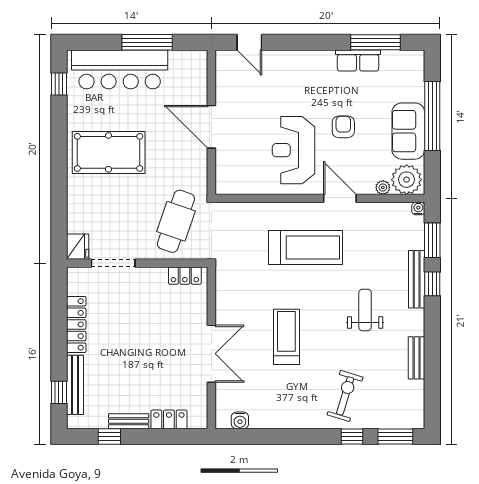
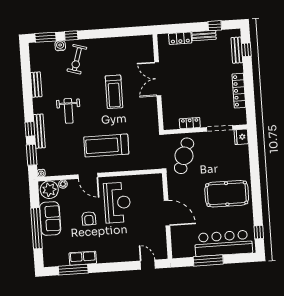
locker: (185, 276) -> (190, 123), moved
bench: (75, 385) -> (237, 50), width x0.73
water cooler: (240, 420) -> (60, 46), moved

